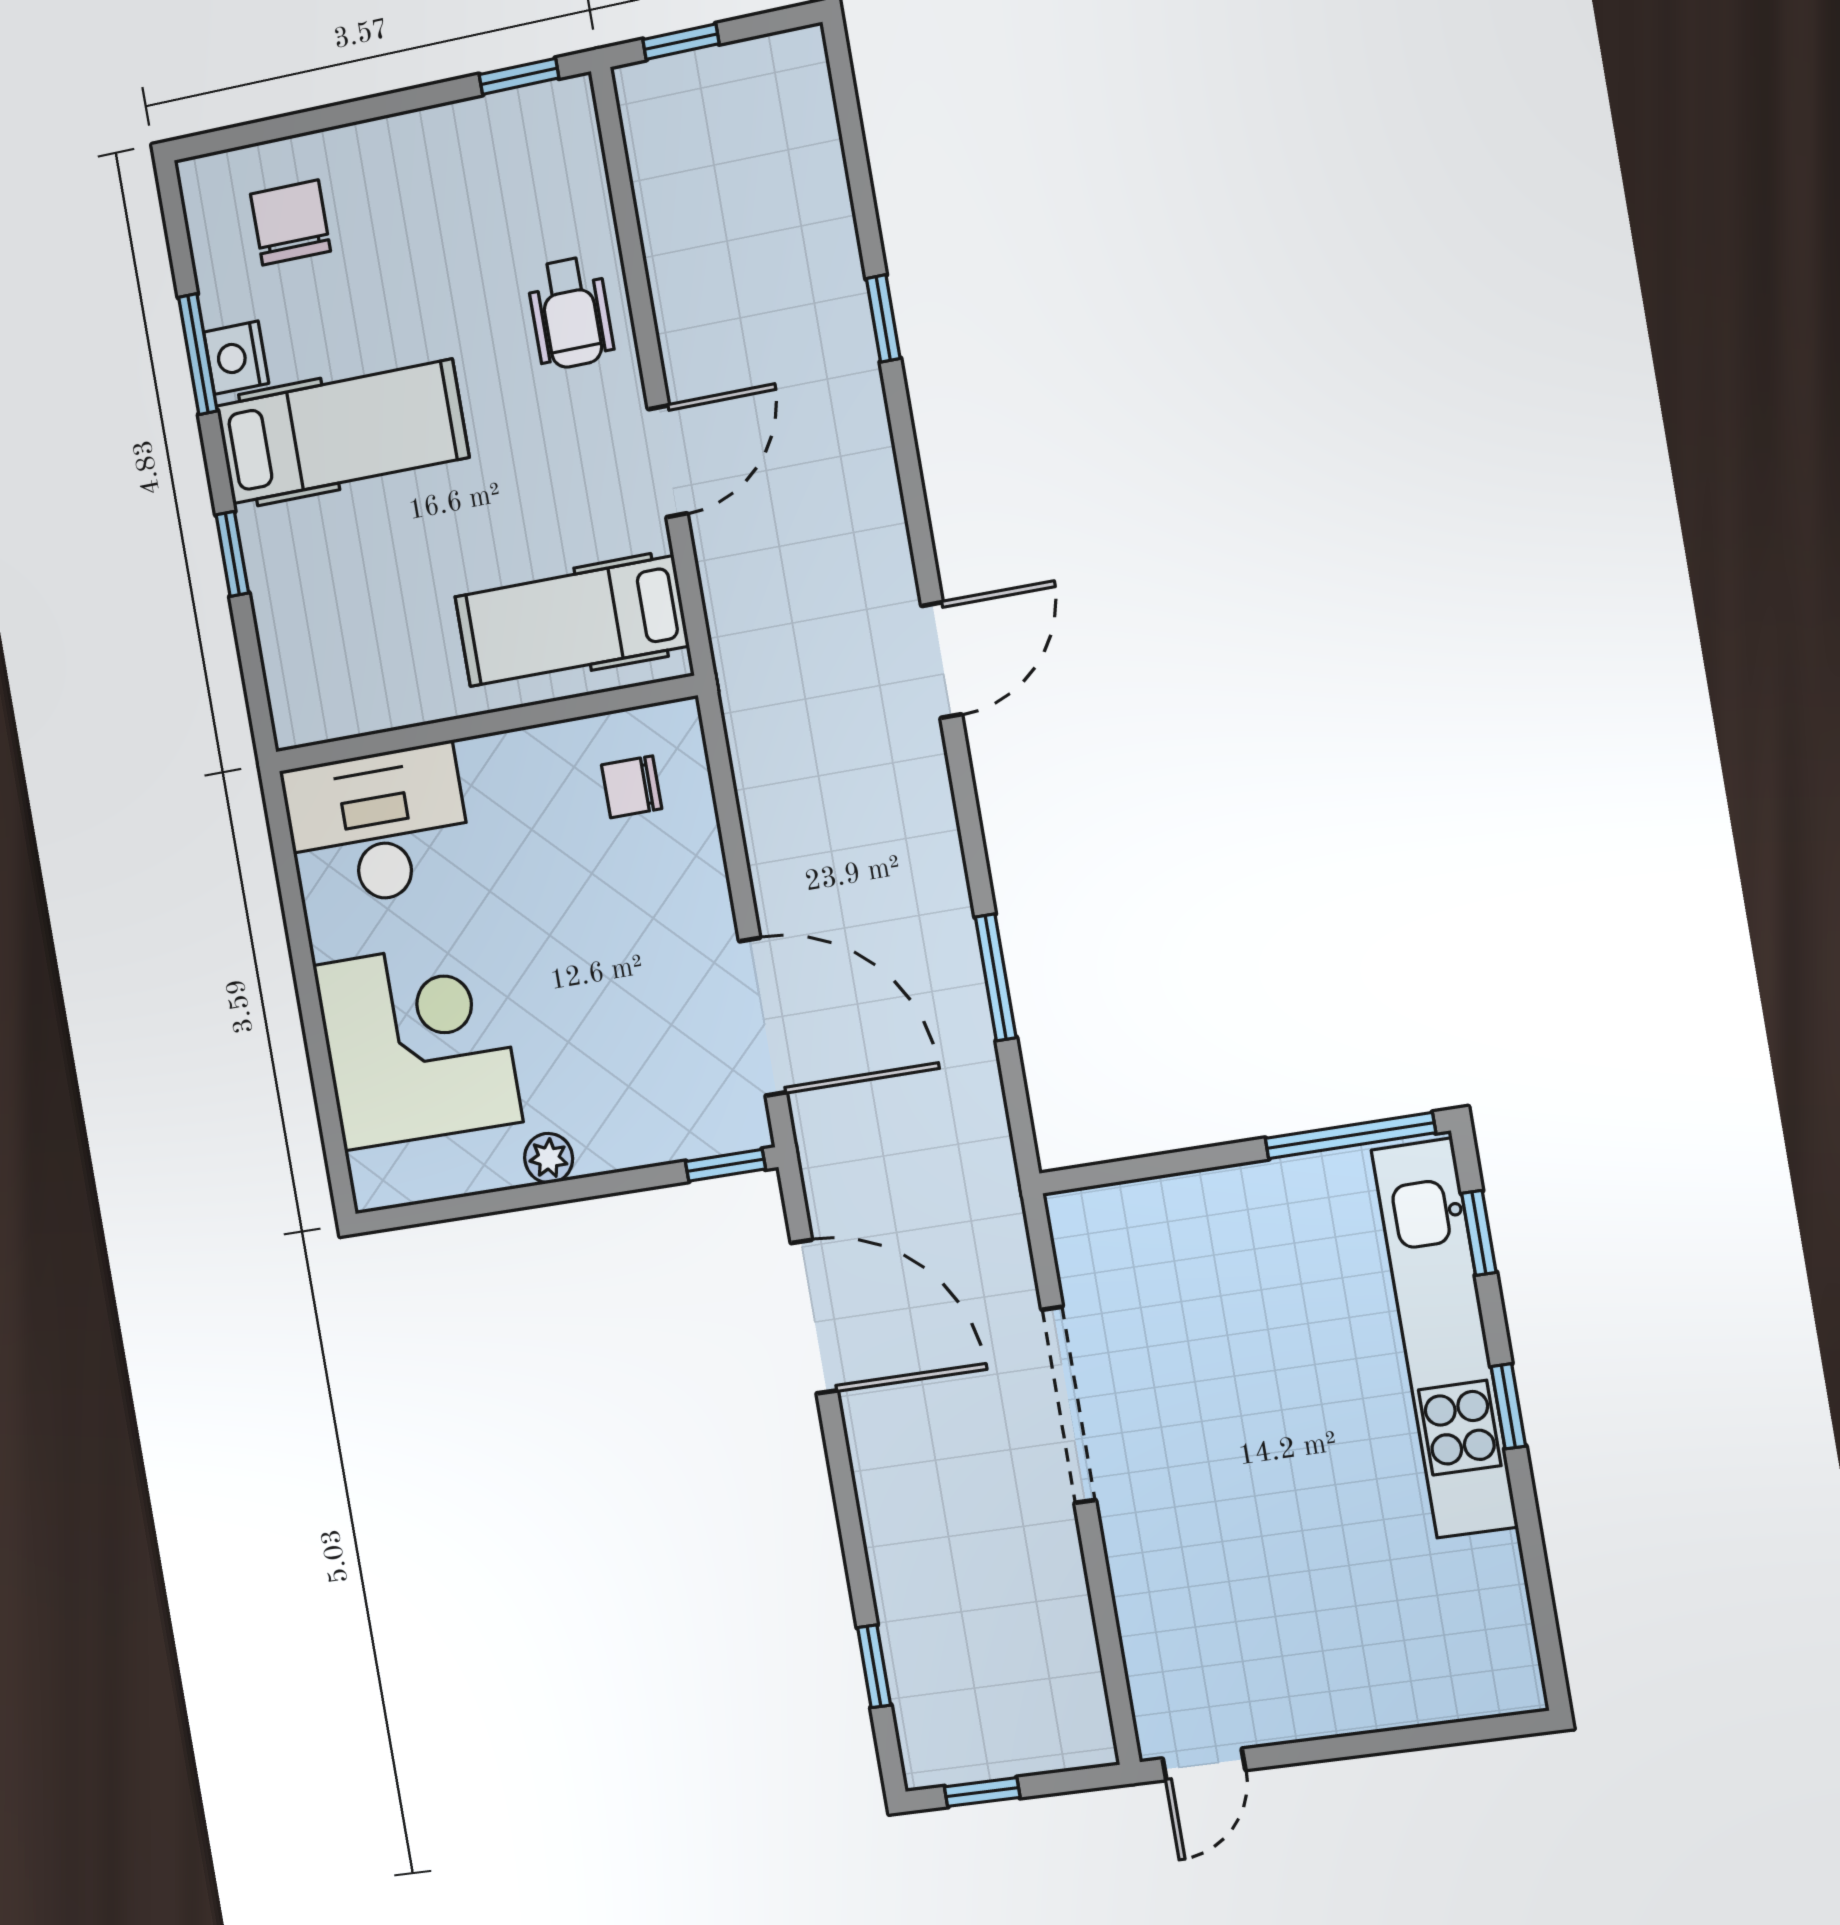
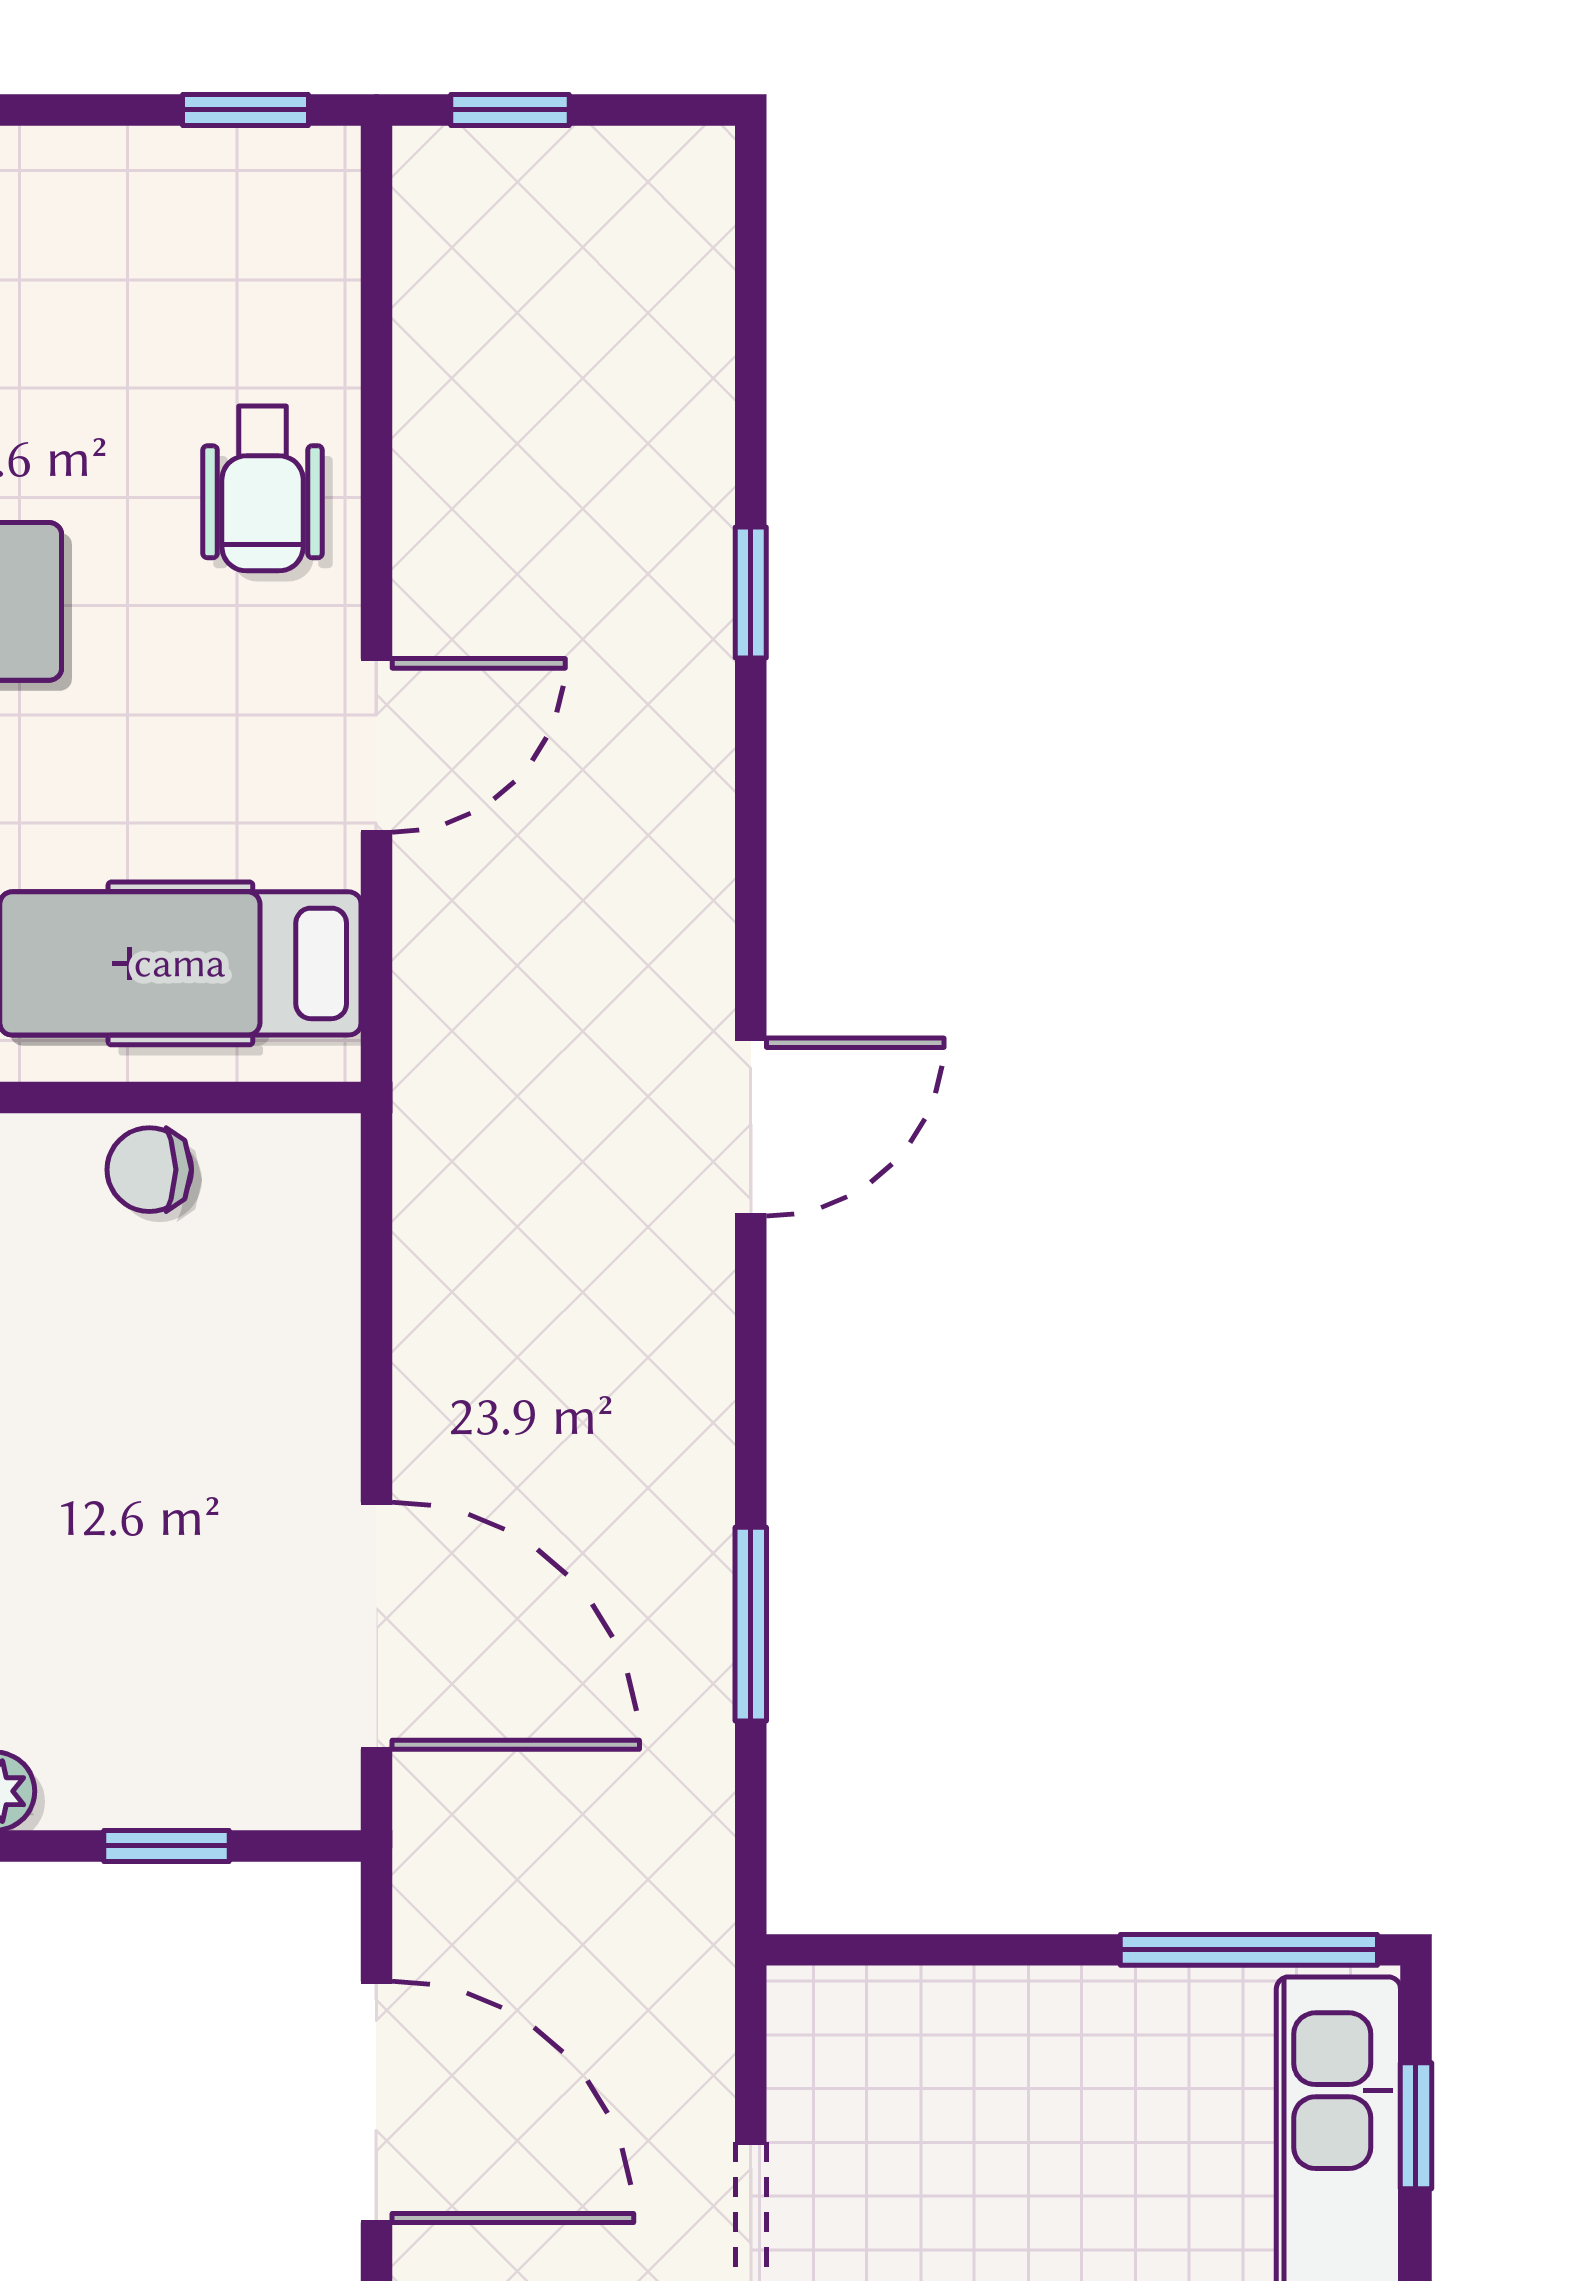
chair: (632, 787) -> (149, 1170), moved
window: (725, 1165) -> (167, 1846), moved

